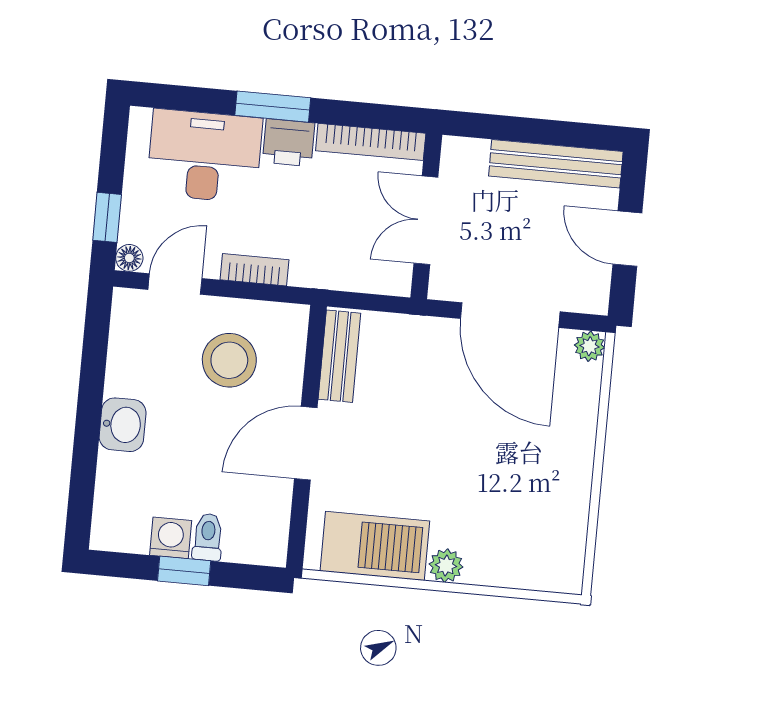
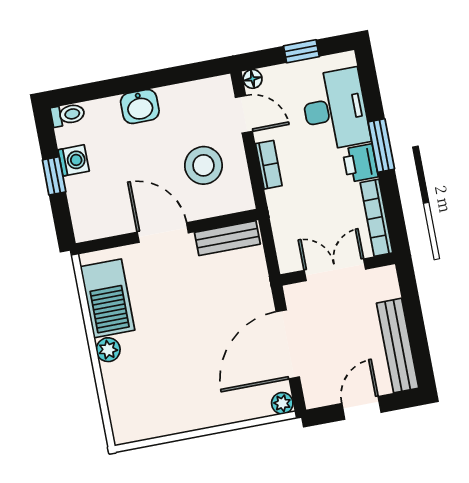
window: (107, 217) -> (301, 51), moved
toilet: (208, 537) -> (68, 115), moved

